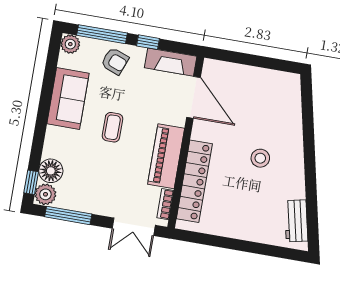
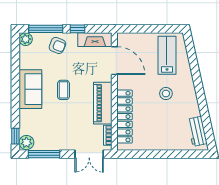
sofa: (68, 99) -> (30, 89), moved
lab bench: (271, 103) -> (167, 55), added
floor lamp: (51, 171) -> (27, 126), removed

